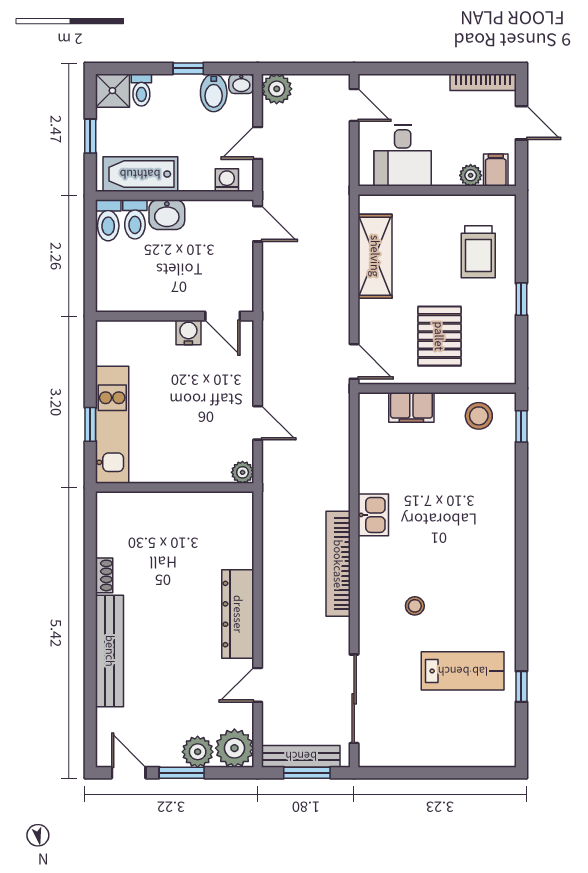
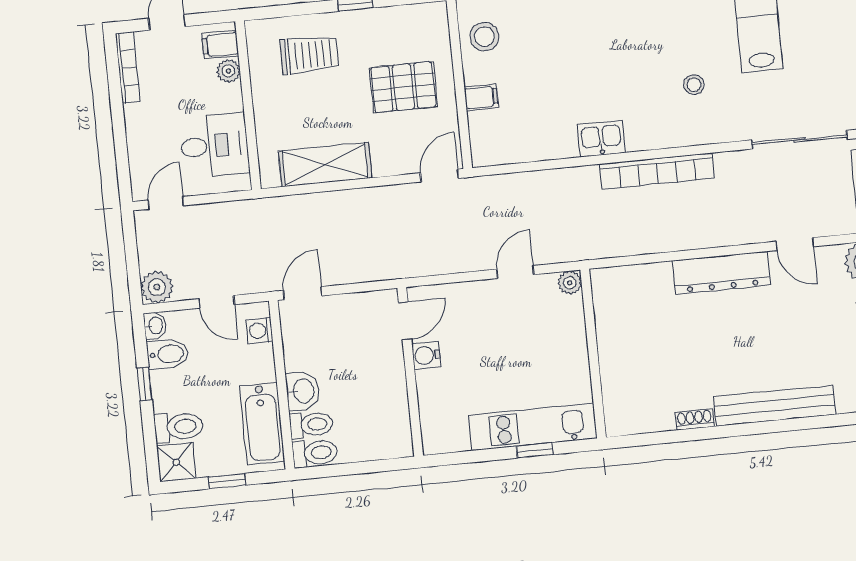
toilet: (141, 90) -> (179, 427), width x1.37, depth x1.39
filing cabinet: (411, 407) -> (481, 97), width x0.50

